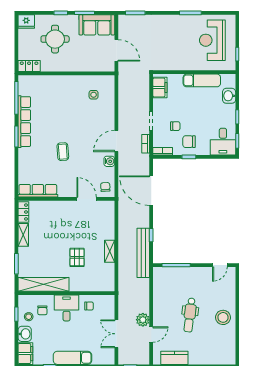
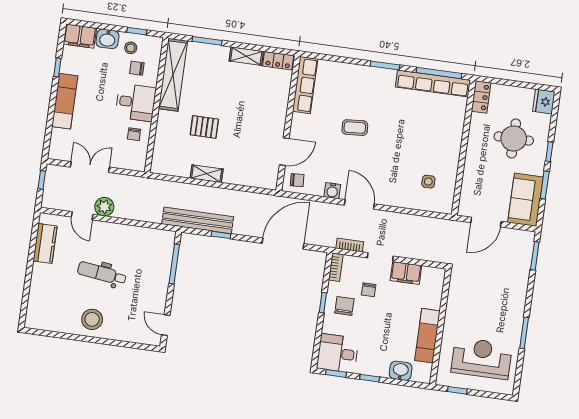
filing cabinet: (160, 88) -> (406, 273), moved
row of seats: (24, 122) -> (433, 83), moved

